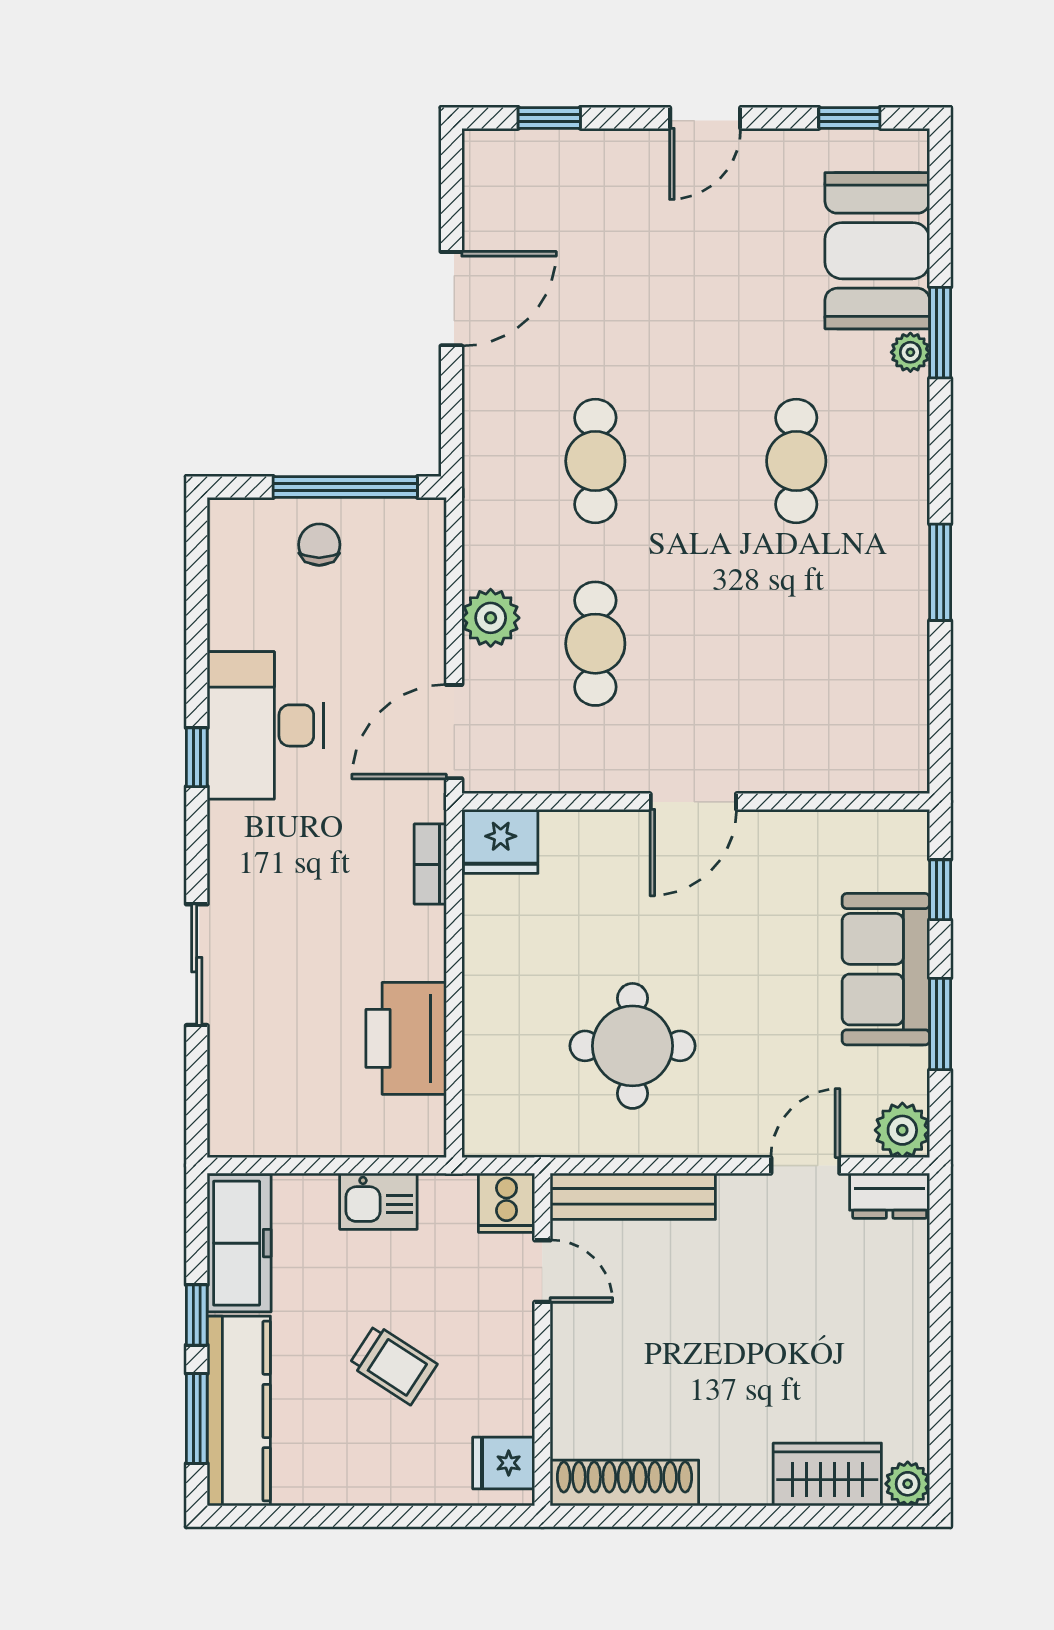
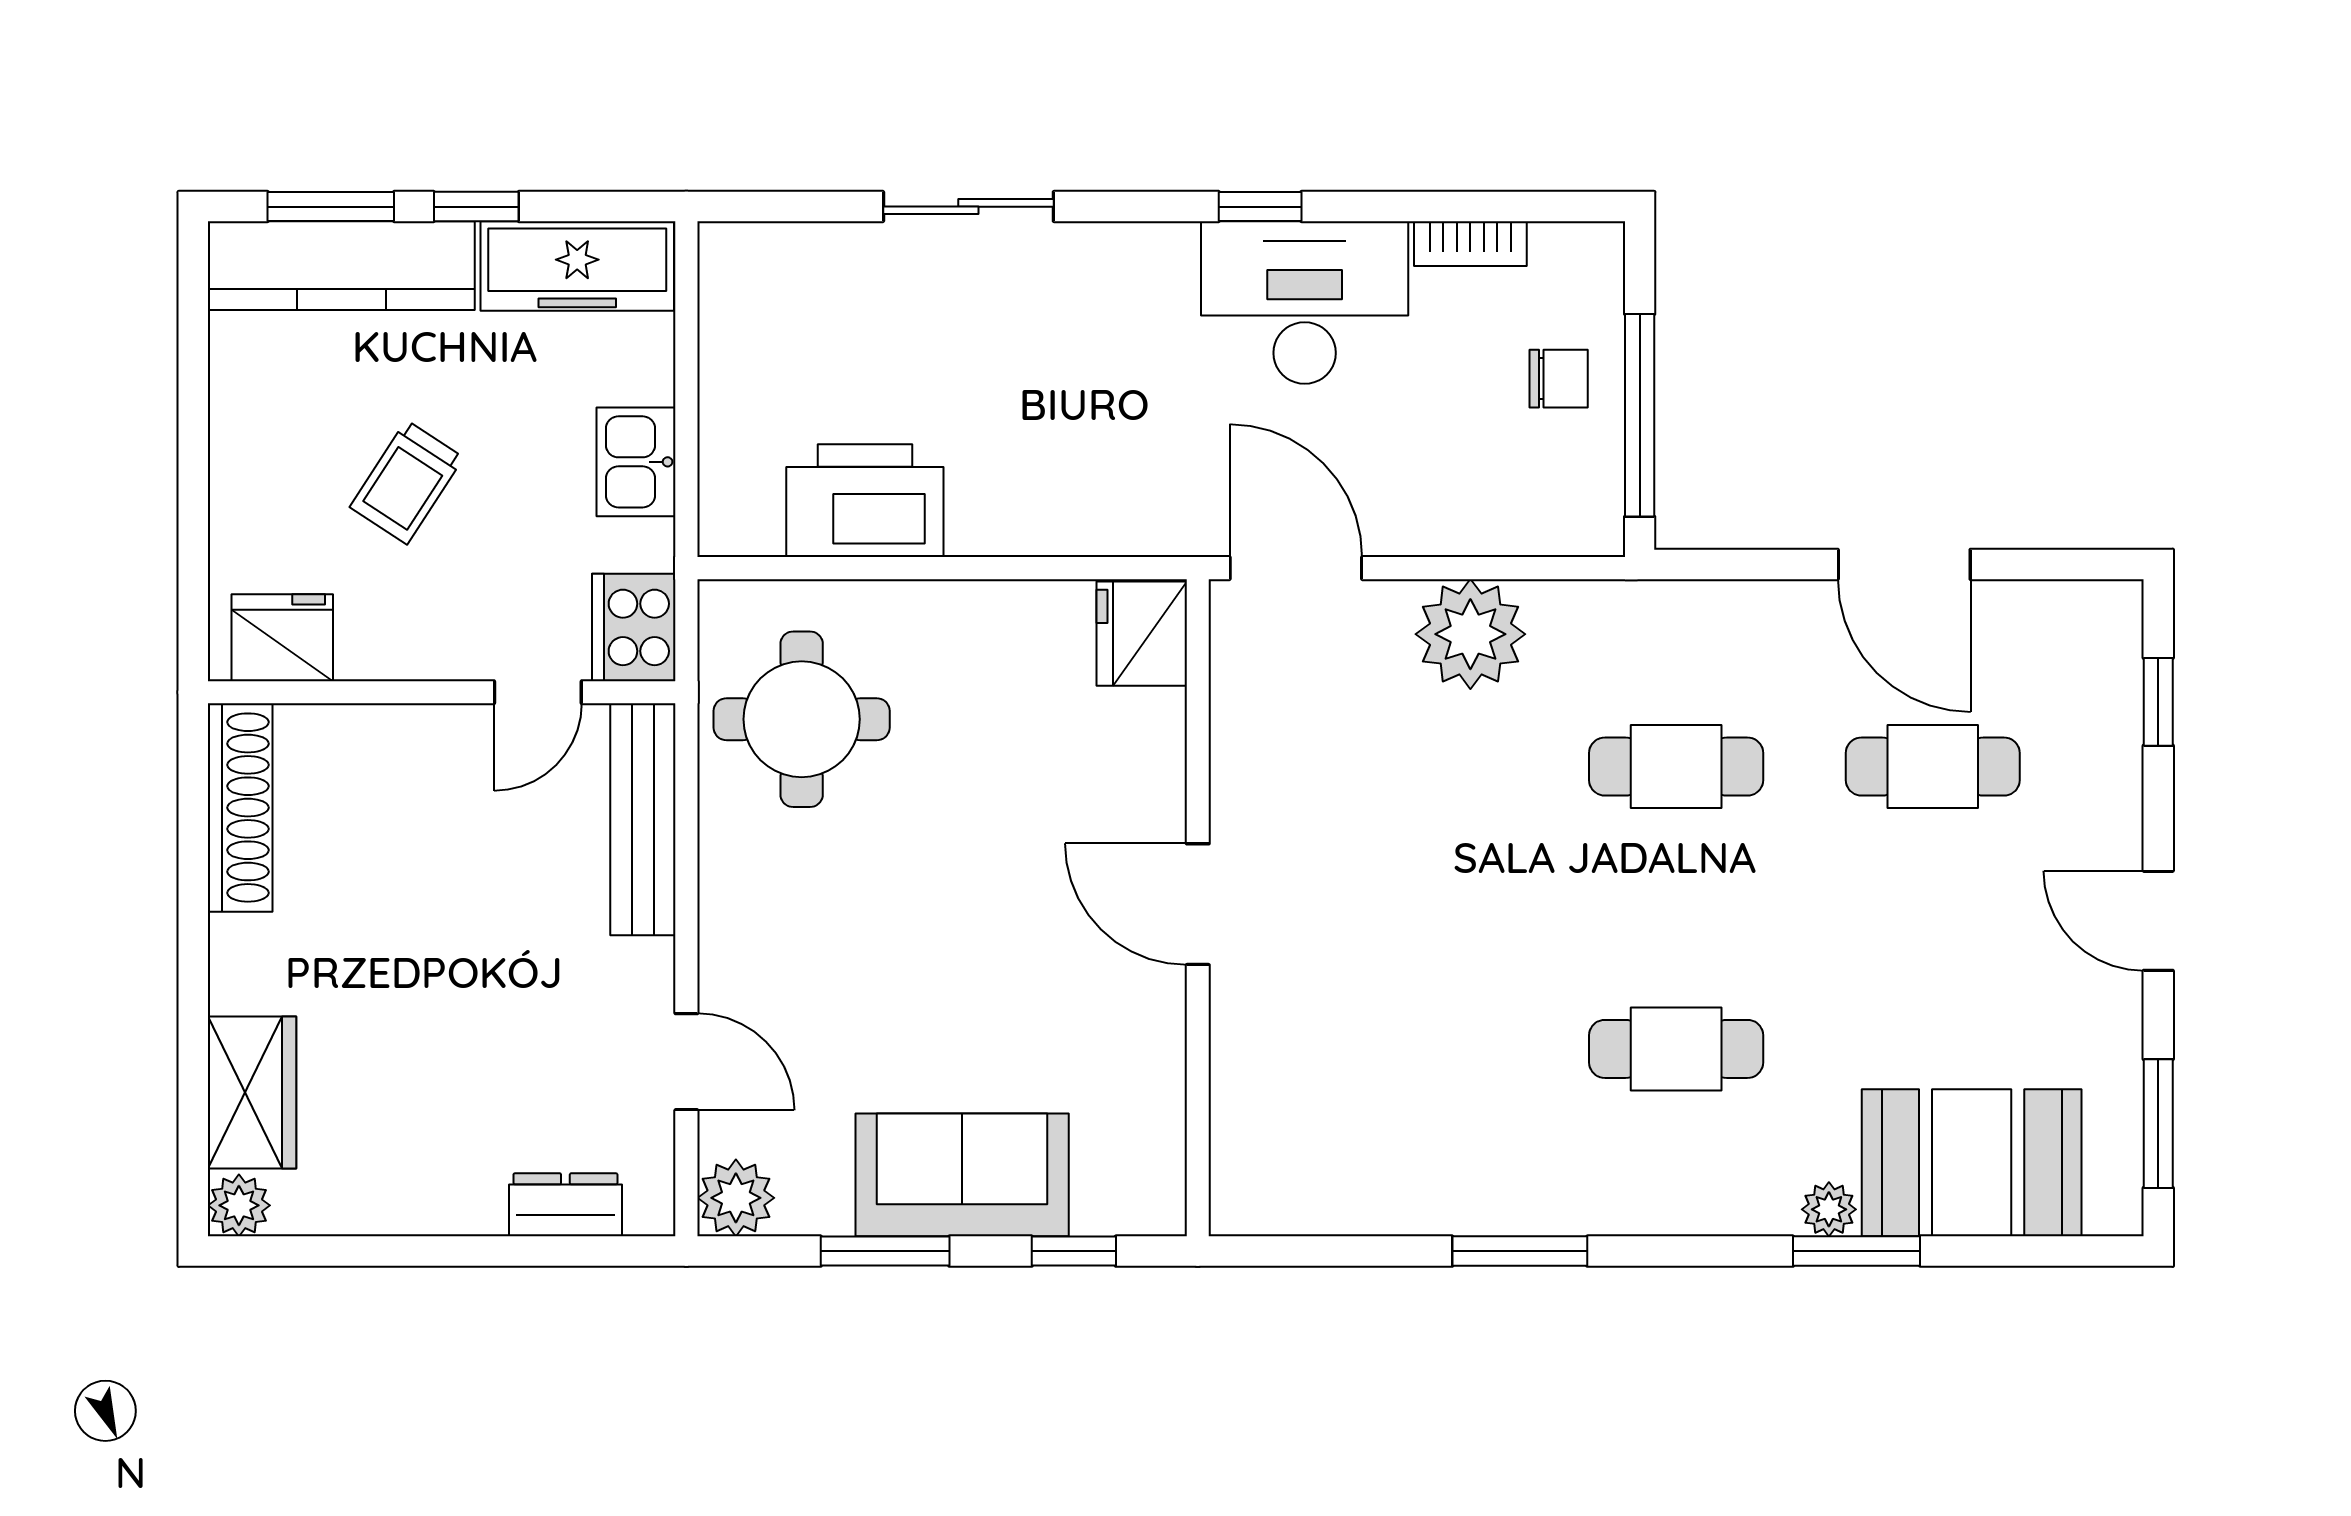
window: (849, 118) -> (2158, 1124), width x1.50
plant: (491, 618) -> (1470, 634), width x1.36, depth x1.36
cafe table: (595, 644) -> (1933, 767), moved
bookcase: (430, 864) -> (1470, 244), moved, turned 180
round table: (632, 1046) -> (802, 719), moved
dresser: (890, 1196) -> (565, 1205), moved, turned 90
cooker: (507, 1203) -> (634, 627), width x1.36
fridge: (504, 1463) -> (282, 638), width x1.38

